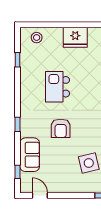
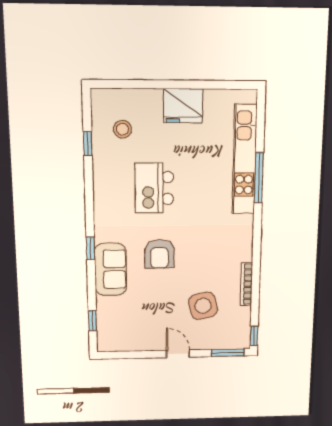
stool: (37, 38) -> (122, 129), moved
sofa: (30, 155) -> (110, 269), moved
door: (40, 195) -> (178, 354), moved

